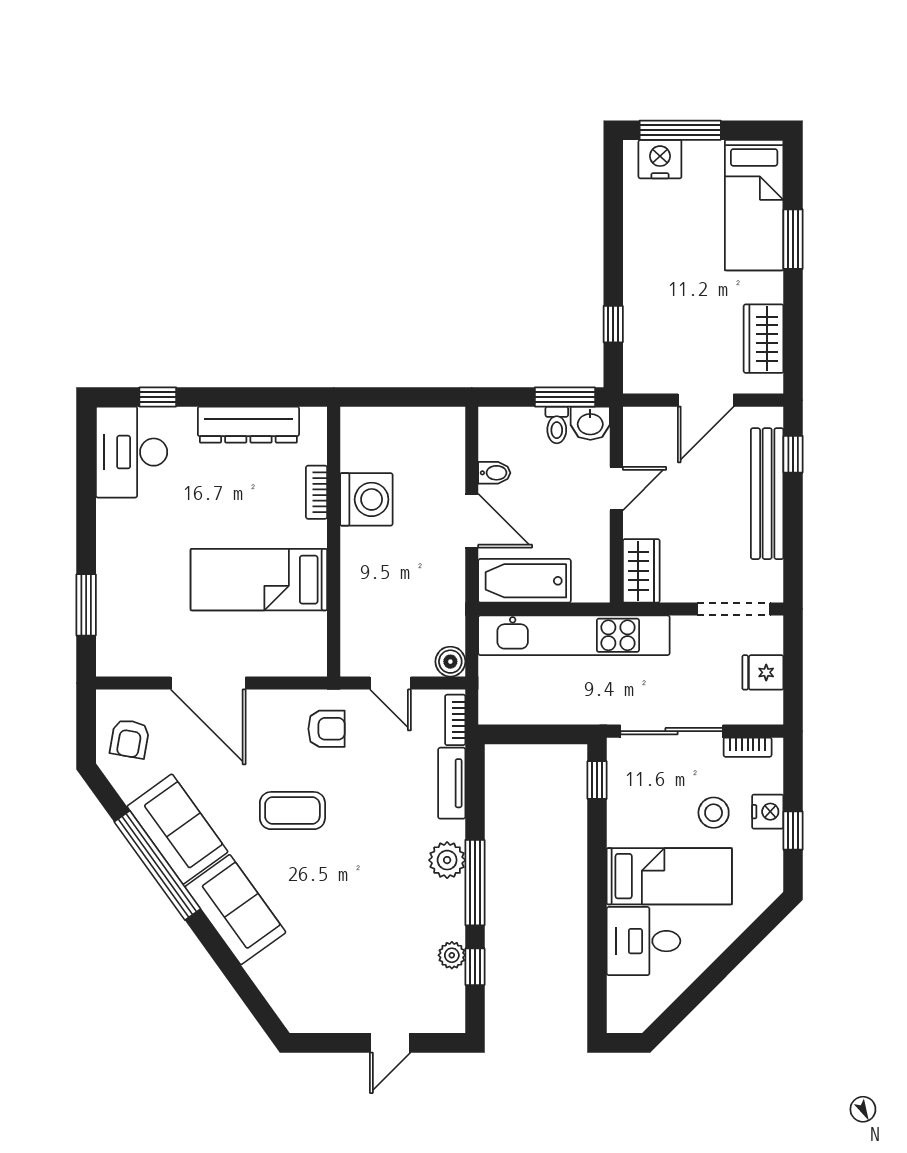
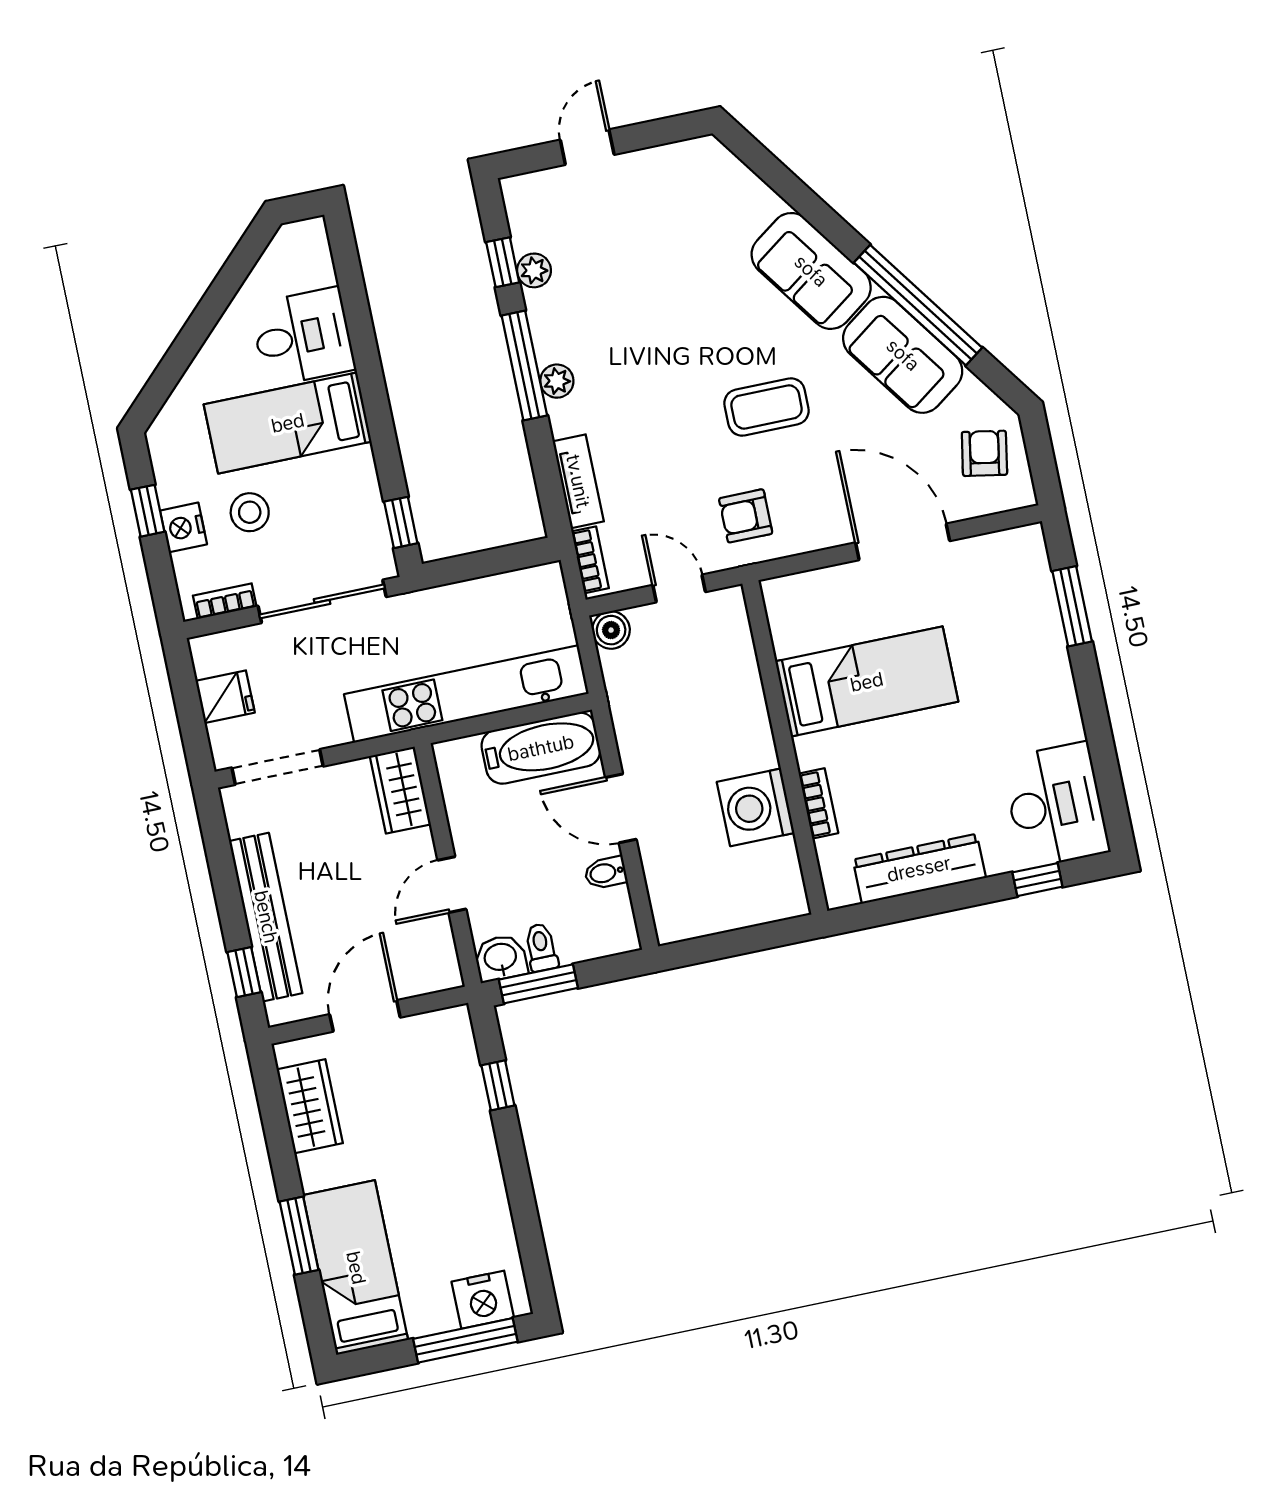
plant: (447, 860) -> (557, 381), width x0.73, depth x0.73

